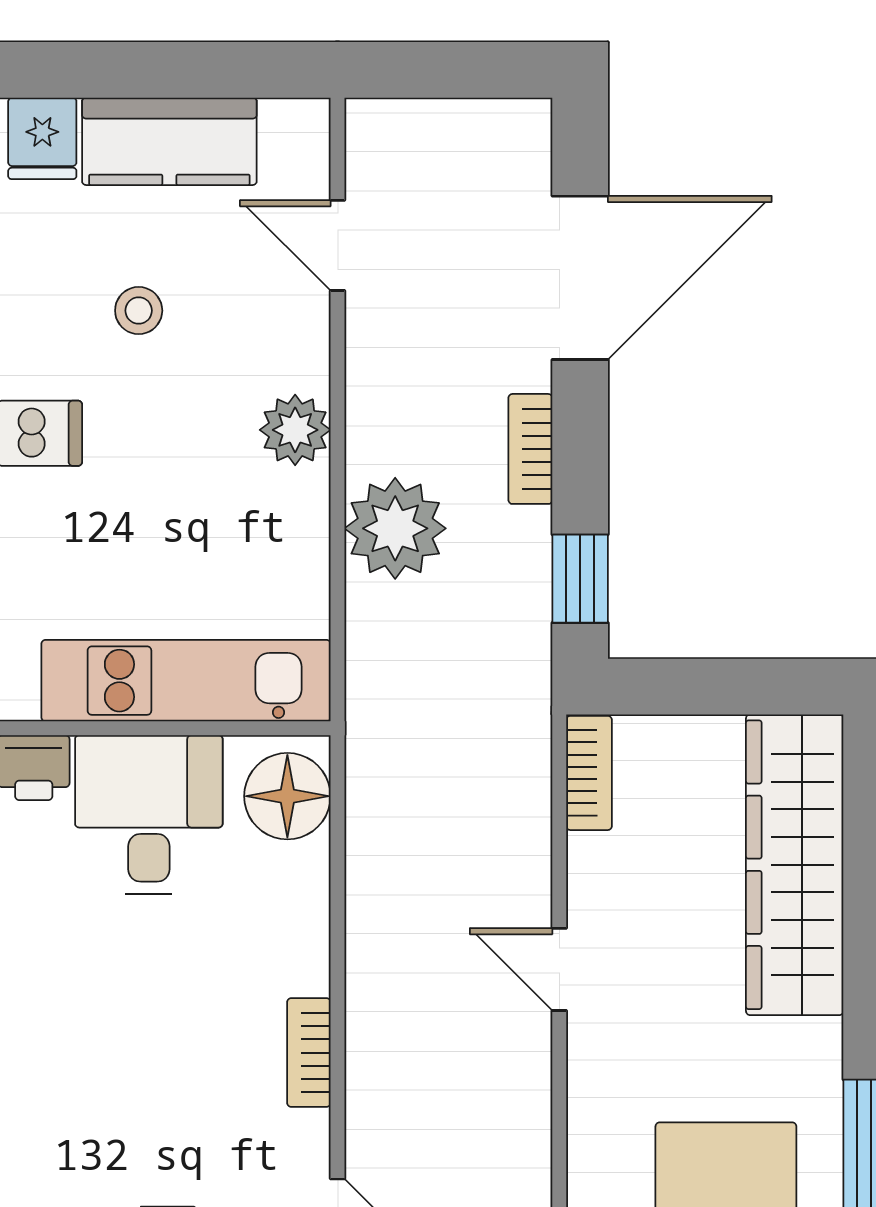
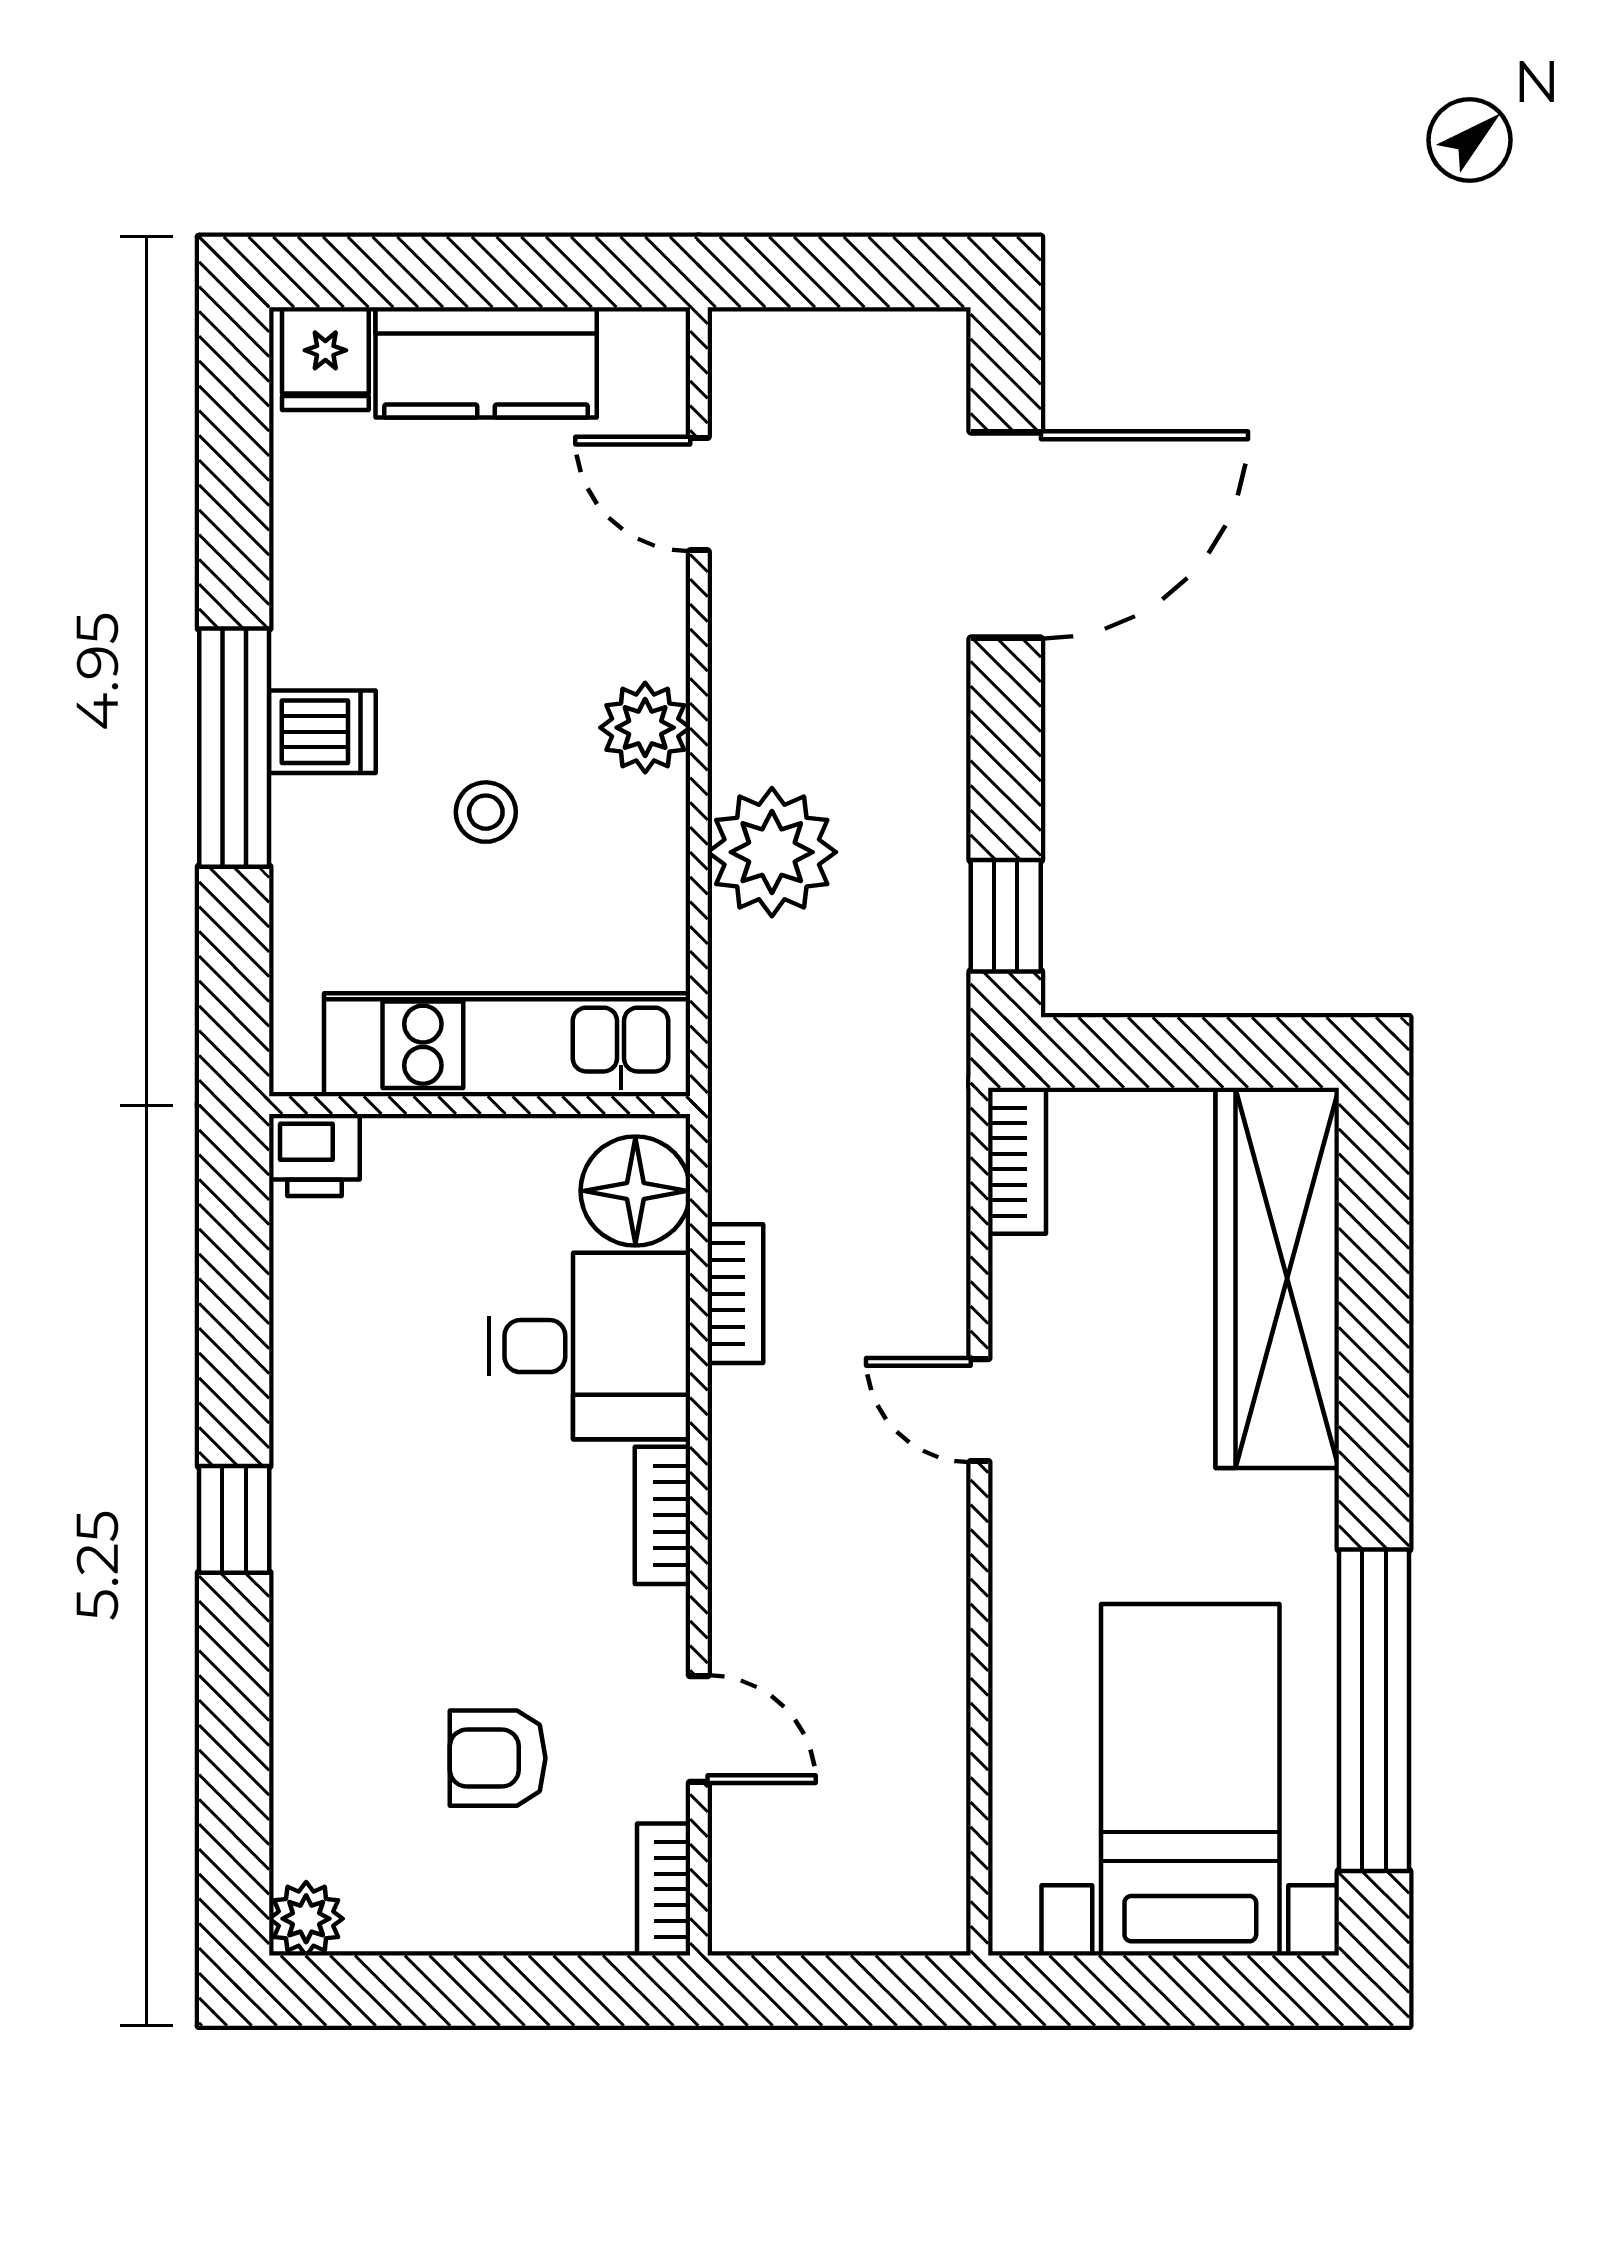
stool: (139, 311) -> (486, 812), moved
bookcase: (530, 449) -> (735, 1294), moved, turned 180
desk: (149, 815) -> (589, 1346), moved, turned 90

